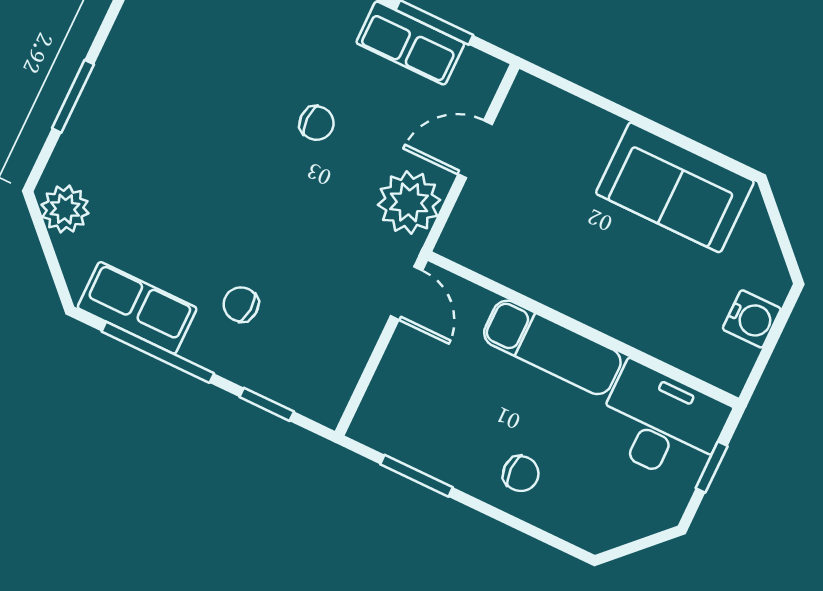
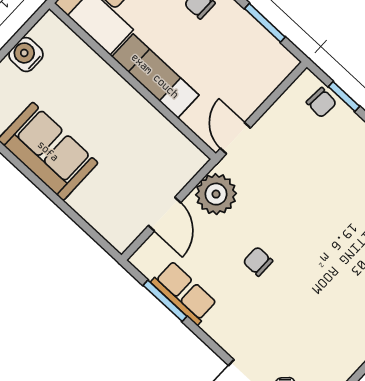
door: (475, 149) -> (165, 214), hinge flipped
chair: (241, 304) -> (321, 103), moved

